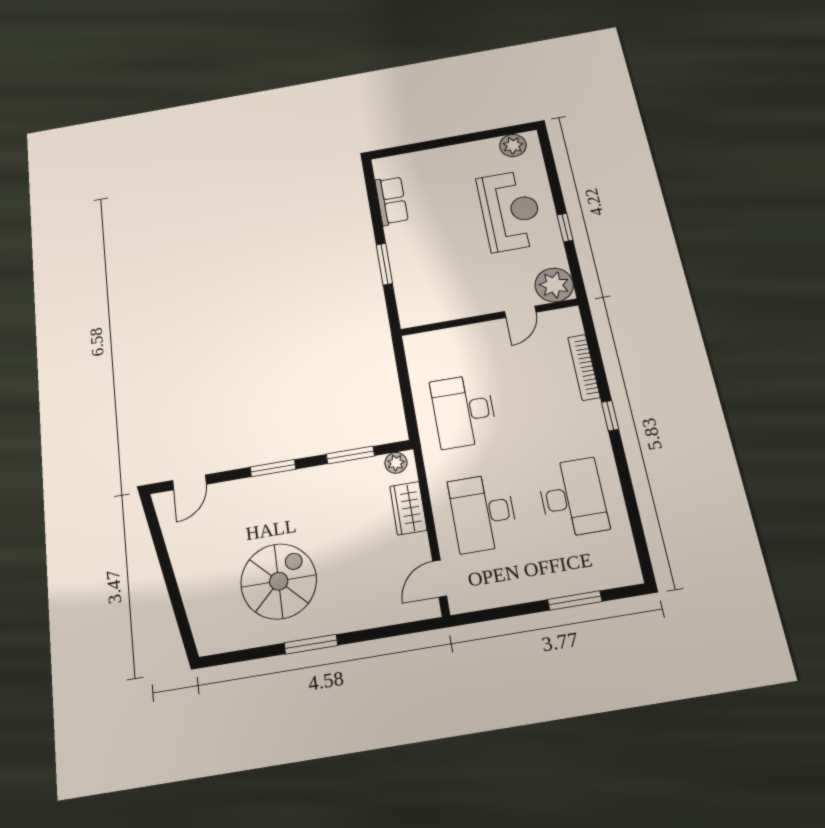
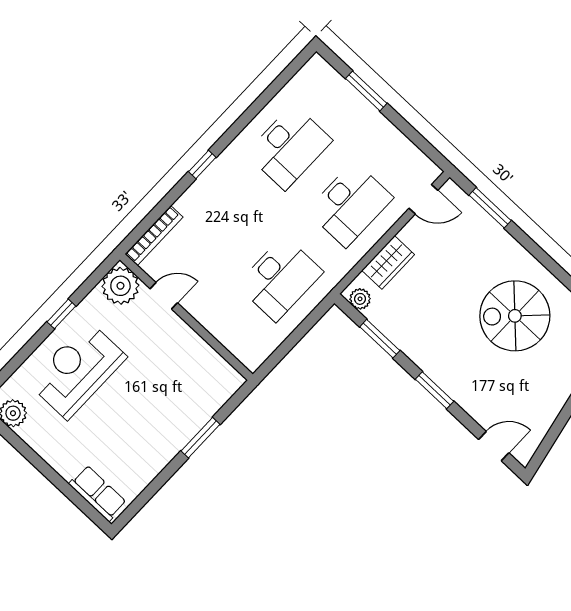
row of seats: (391, 201) -> (98, 493), moved, turned 90
bookcase: (584, 367) -> (154, 235), moved
desk: (572, 498) -> (289, 147), turned 180
window: (311, 644) -> (490, 208), moved

